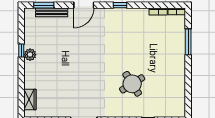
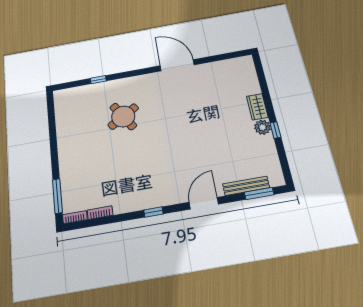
window: (188, 42) -> (57, 196), moved
wardrobe: (30, 100) -> (257, 107), moved

